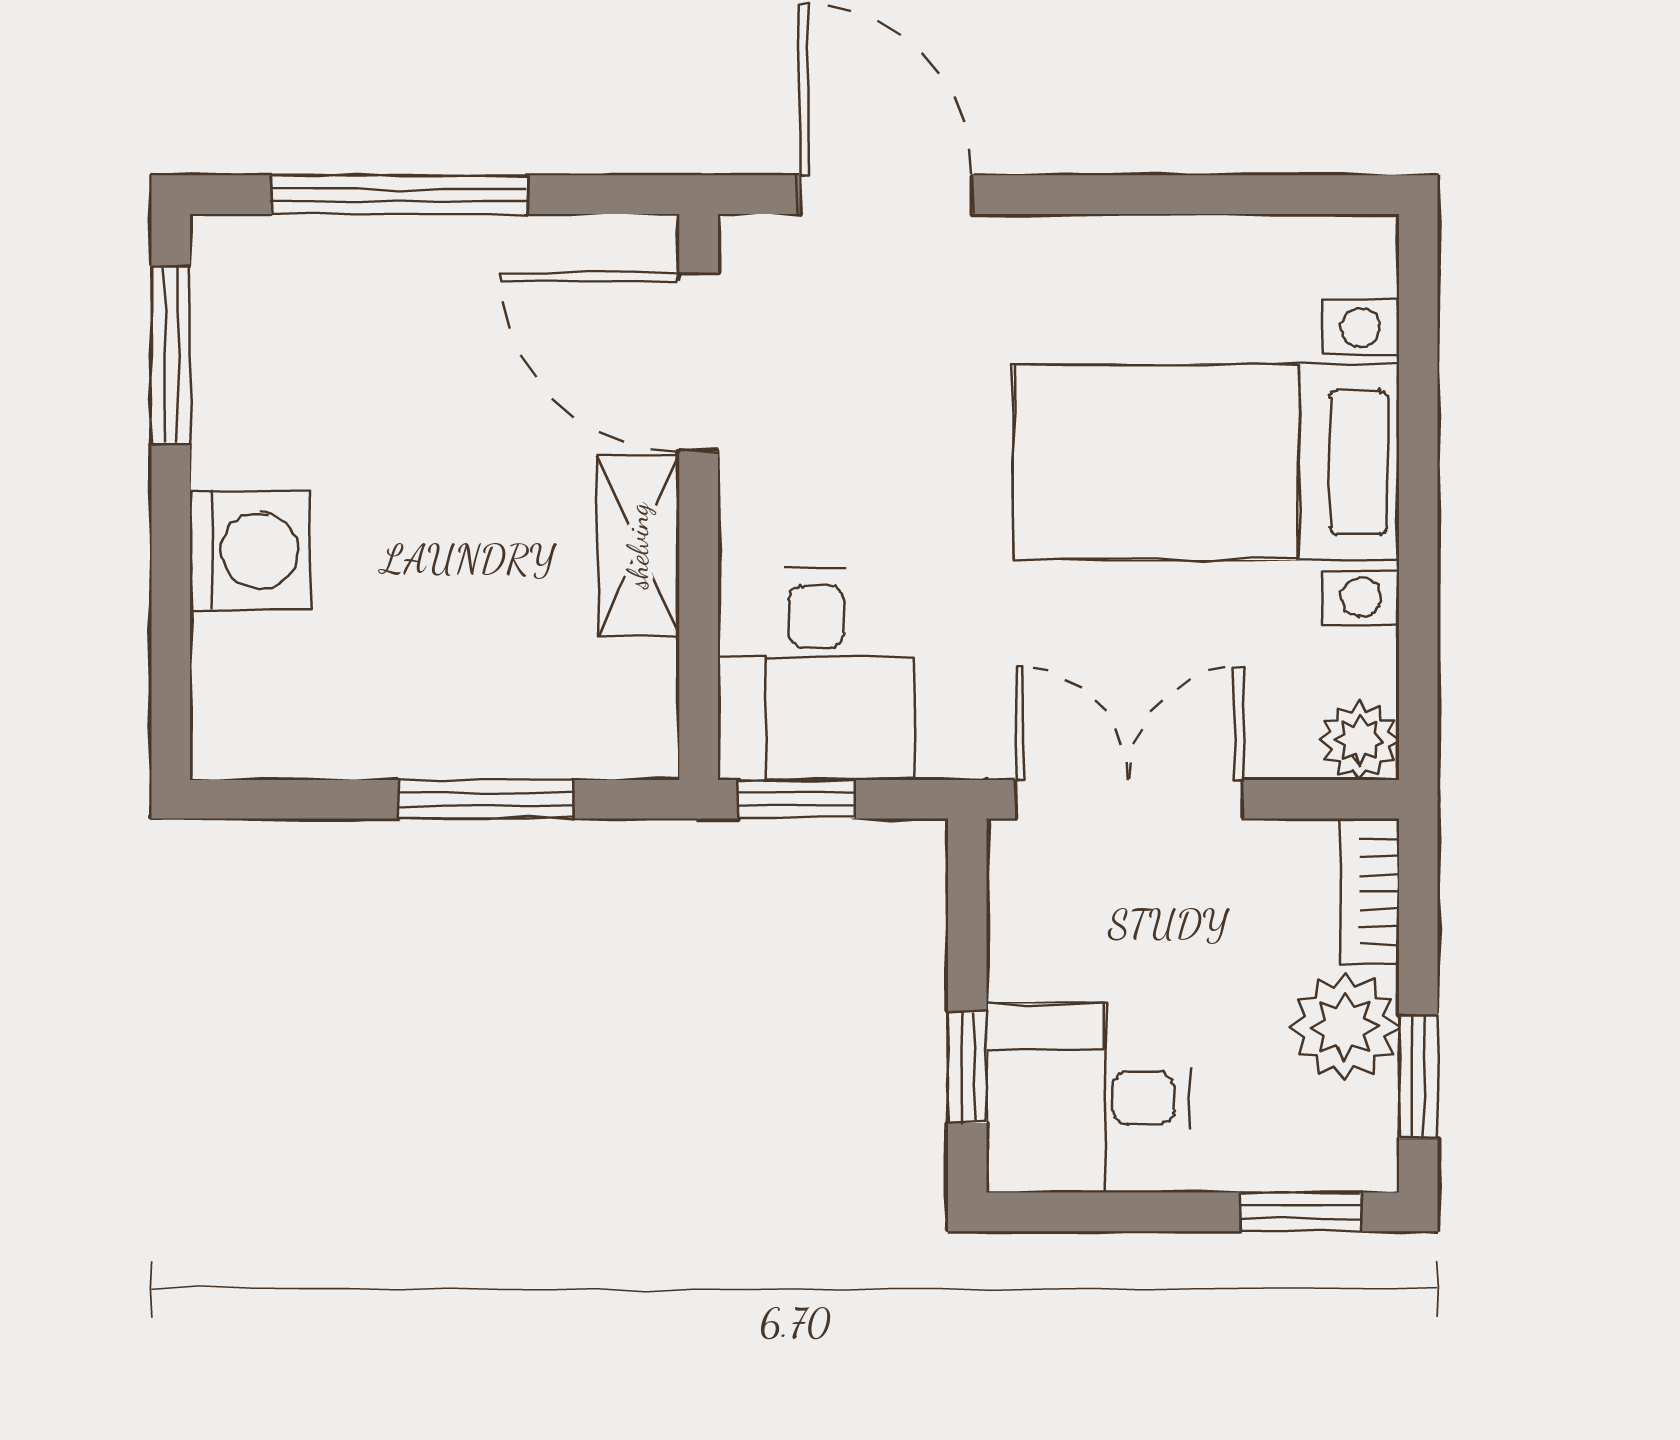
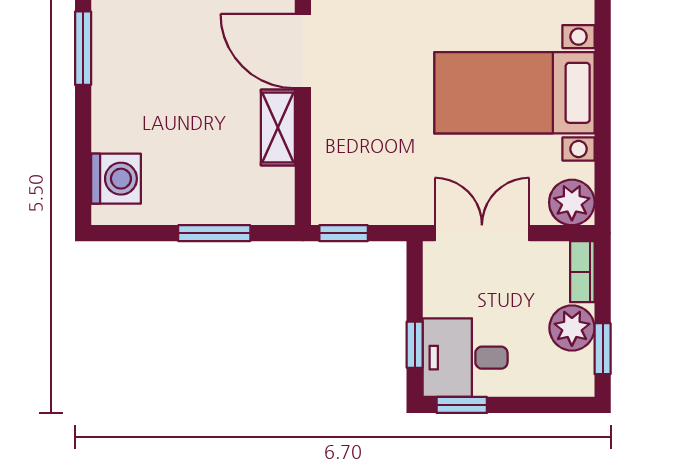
washing machine: (250, 551) -> (116, 179), moved
desk: (816, 674) -> (352, 181), removed
plant: (1359, 740) -> (572, 202), width x1.38, depth x1.38
window: (1301, 1212) -> (462, 405), moved

